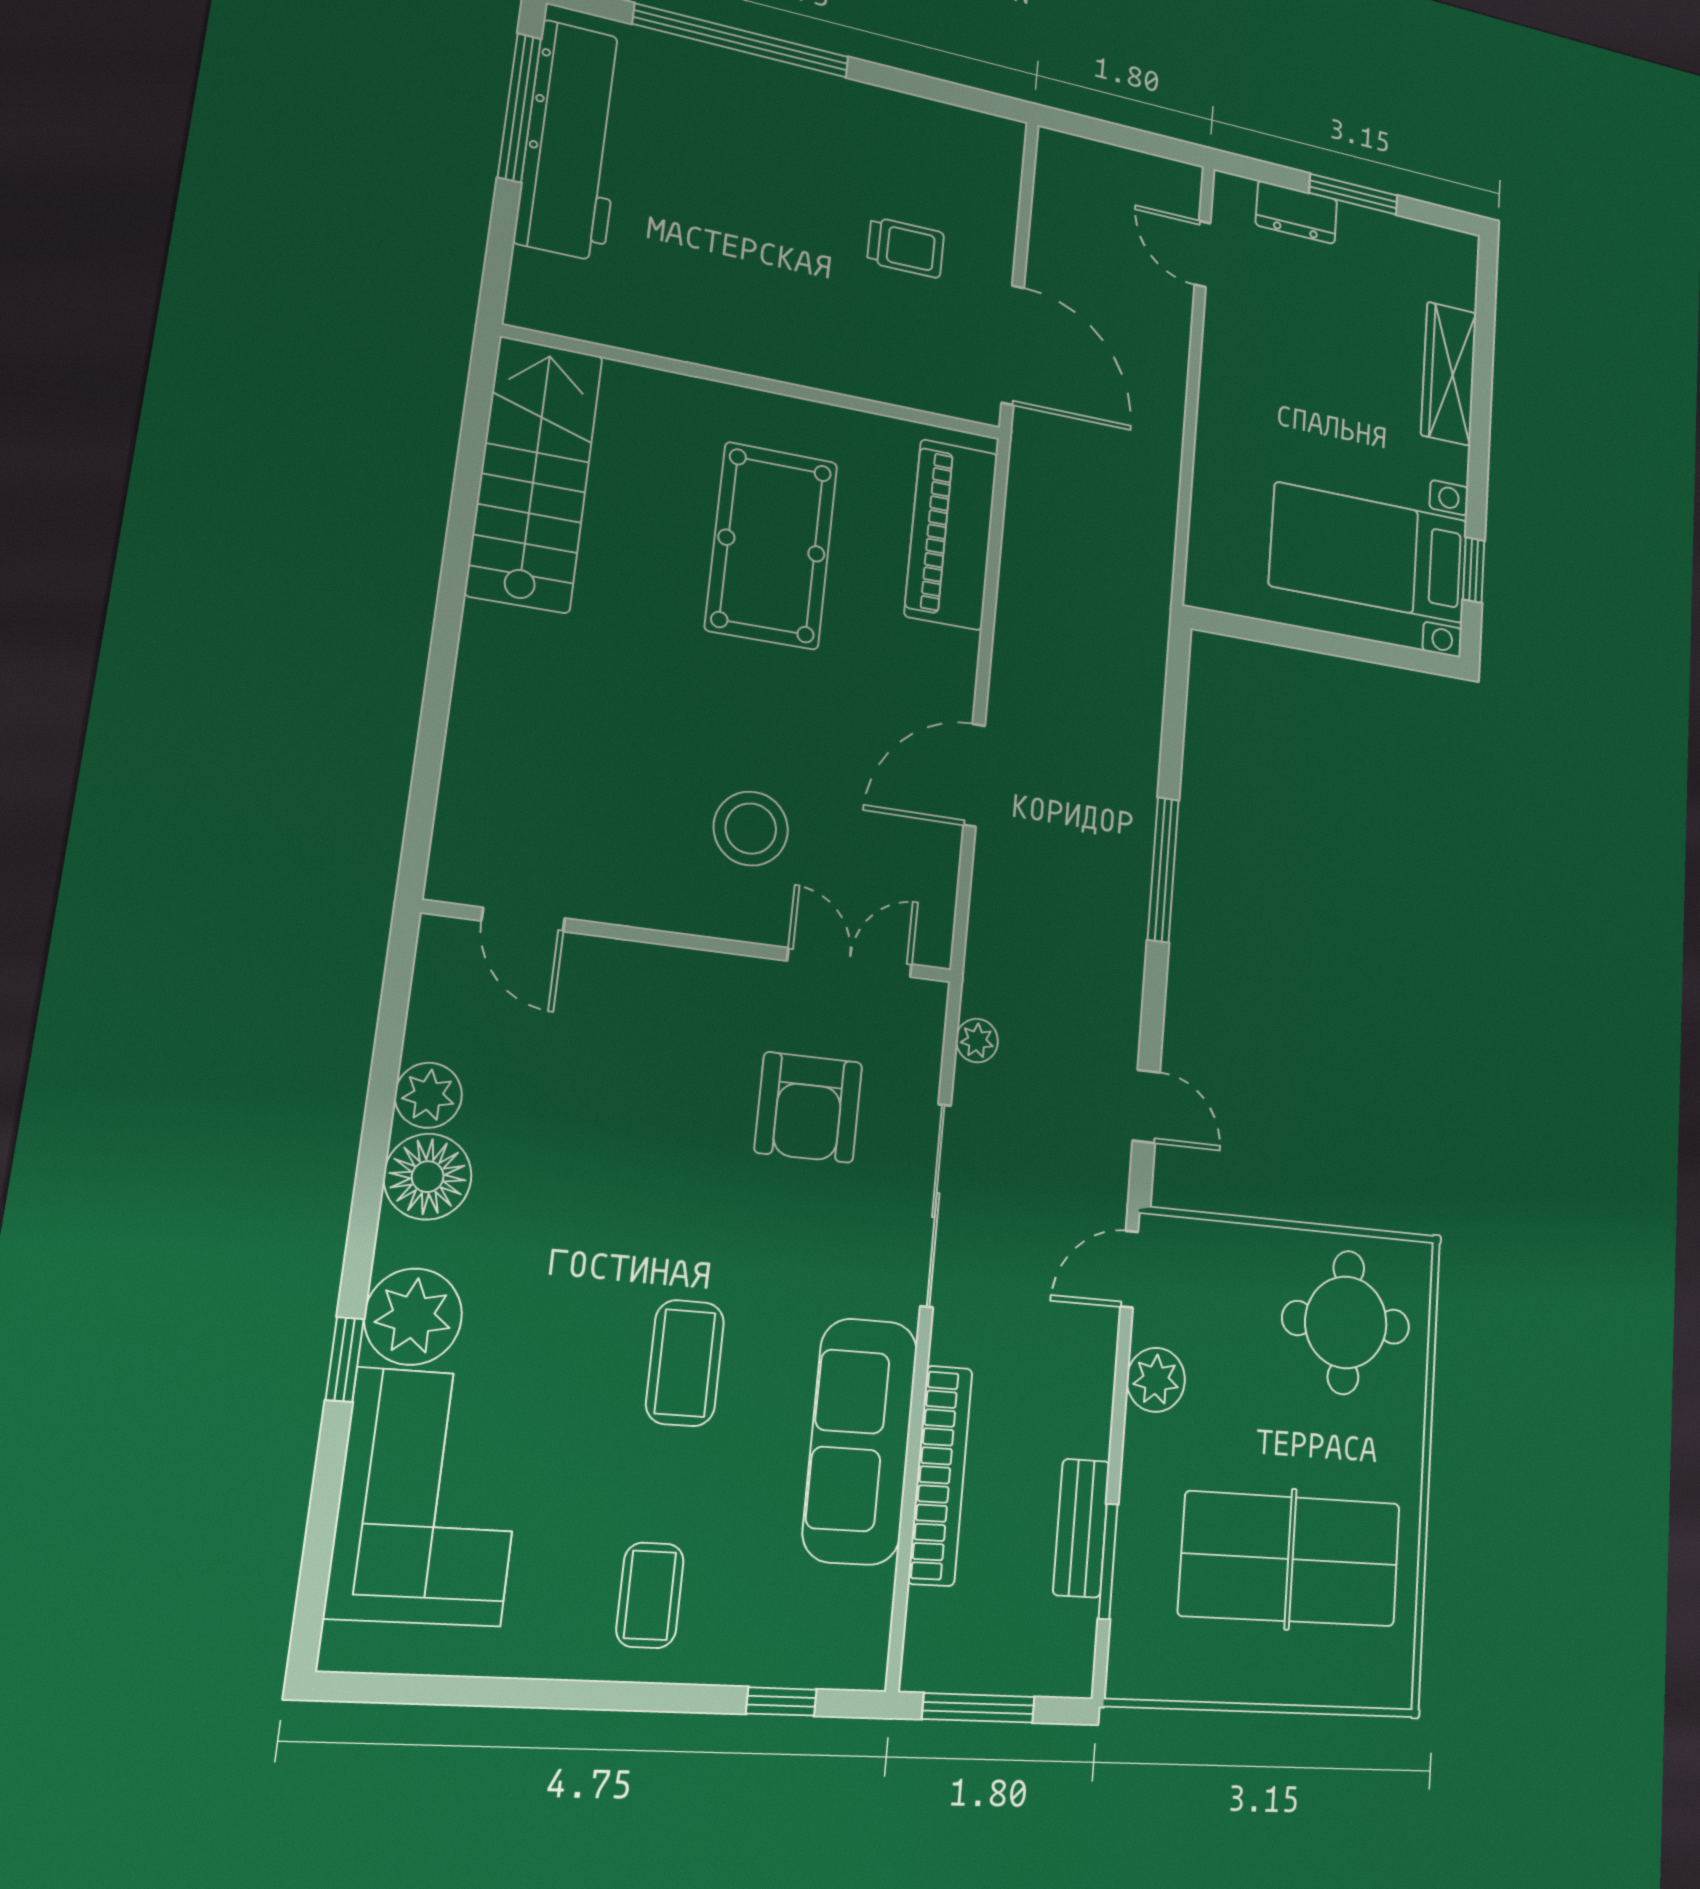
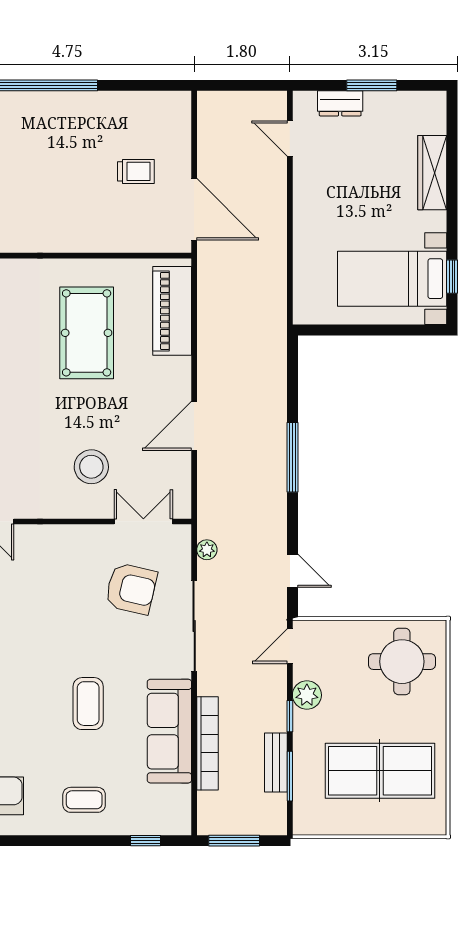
armchair: (809, 1107) -> (131, 589), turned -77
window: (1118, 1424) -> (290, 716), added
coffee table: (650, 1595) -> (84, 800), turned 90

